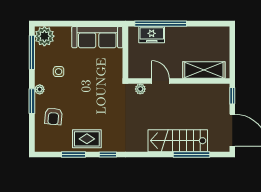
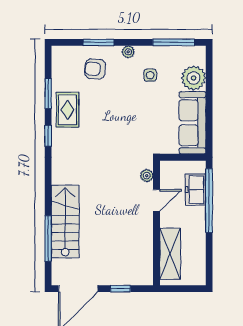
plant: (44, 36) -> (194, 78), moved
shelving: (204, 70) -> (170, 254), moved
door: (160, 81) -> (157, 200), moved
wall: (179, 81) -> (157, 223), moved
plant: (140, 89) -> (147, 176), moved
window: (32, 101) -> (98, 42), moved

